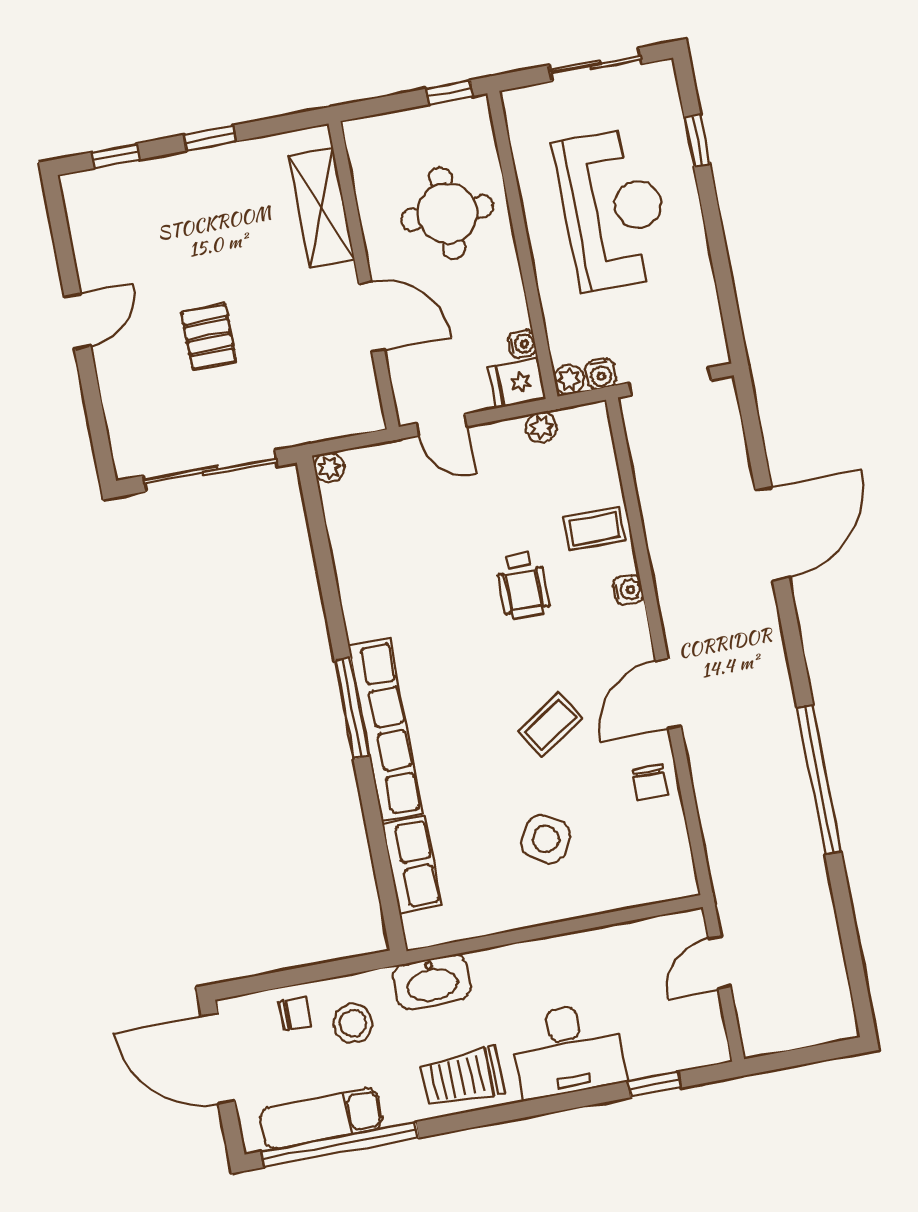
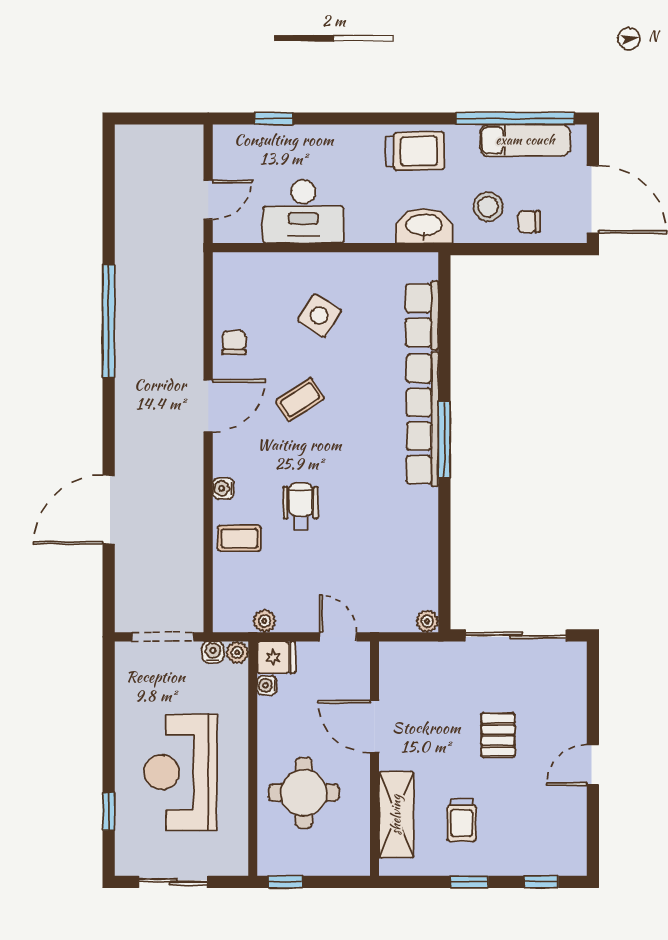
trolley: (235, 217) -> (462, 820), added
desk: (568, 1050) -> (303, 211), moved, turned 180

